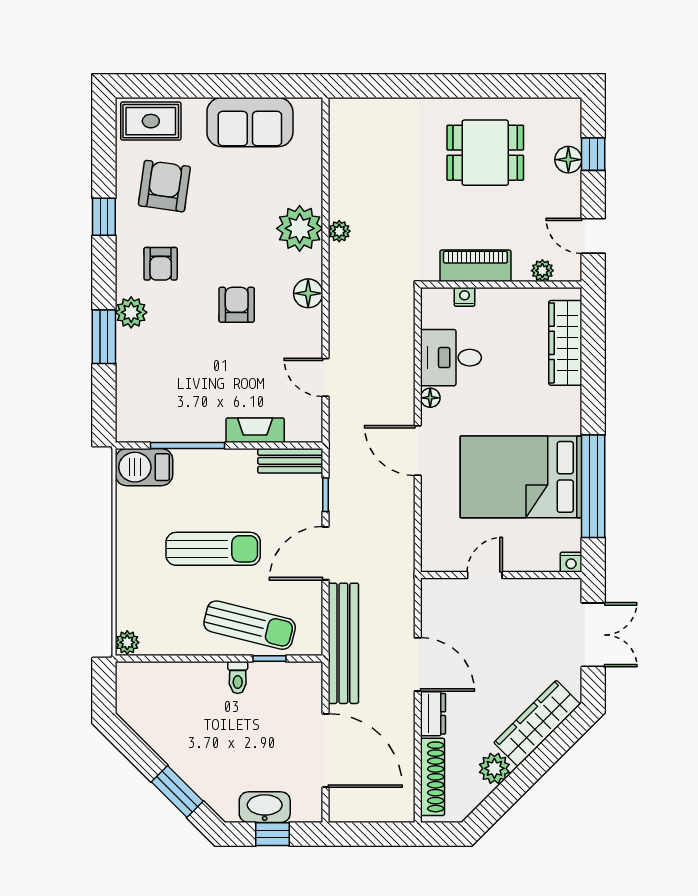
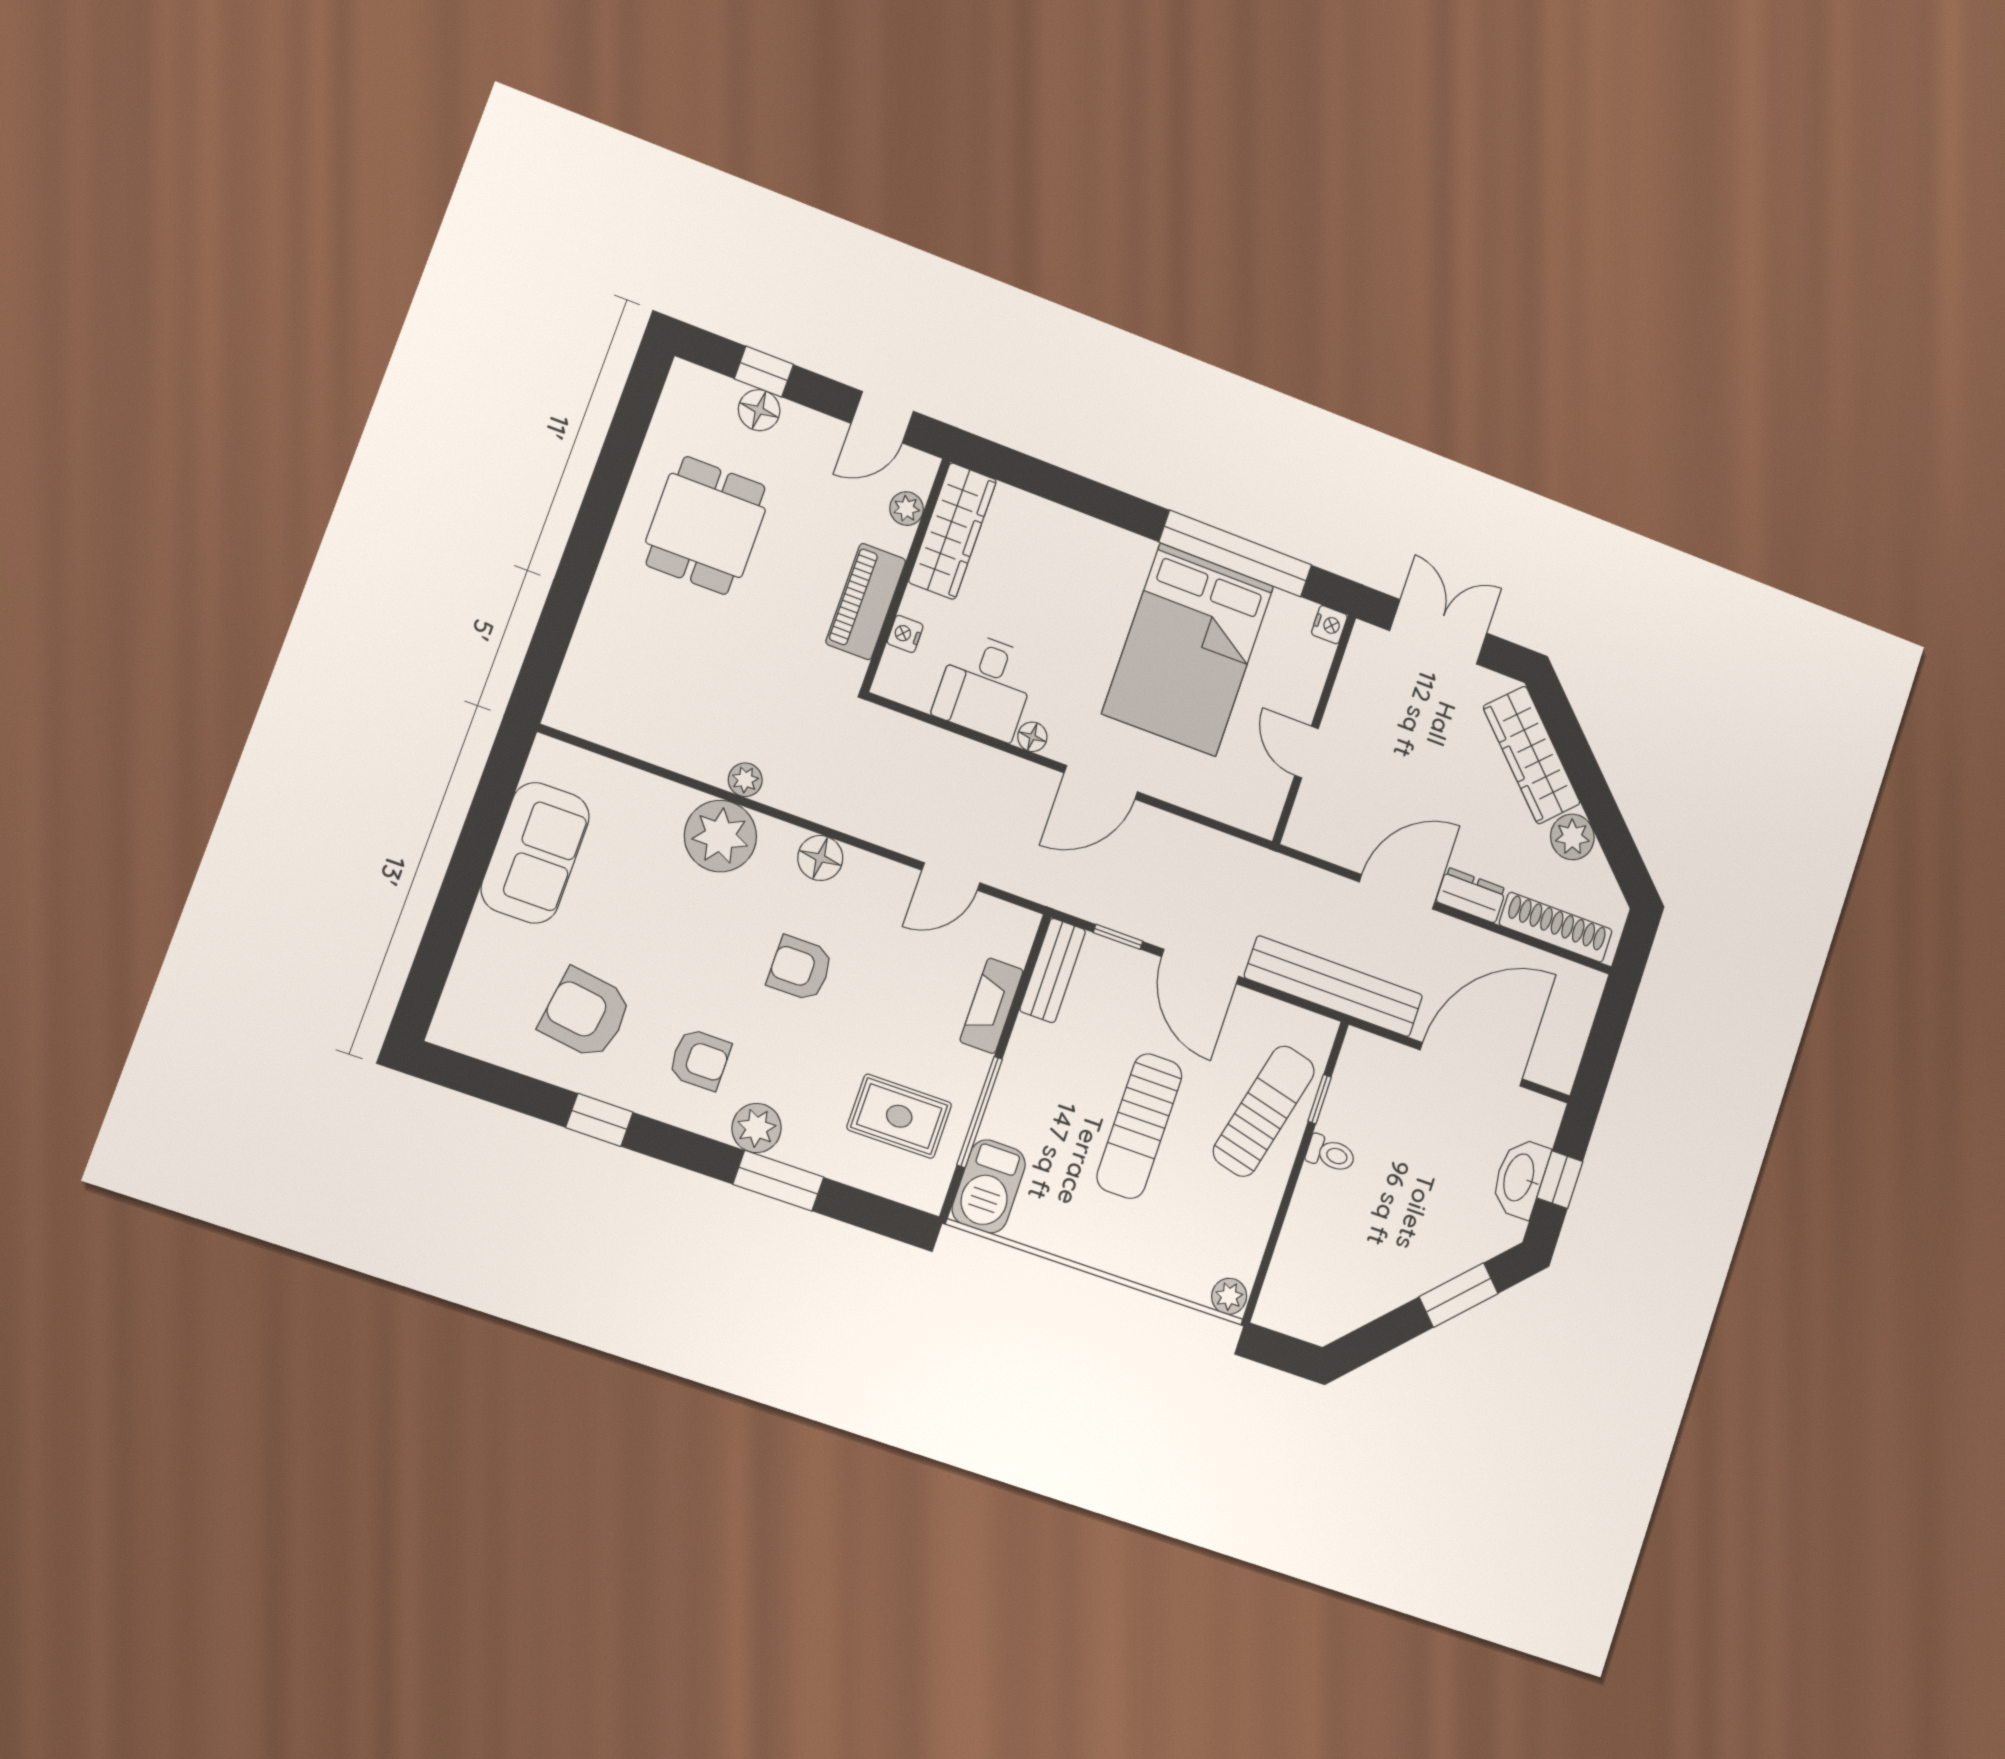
rug: (151, 121) -> (899, 1116), moved, turned 90
wardrobe: (565, 343) -> (953, 531), moved, turned -90
sun lounger: (213, 549) -> (1139, 1126), turned 180

